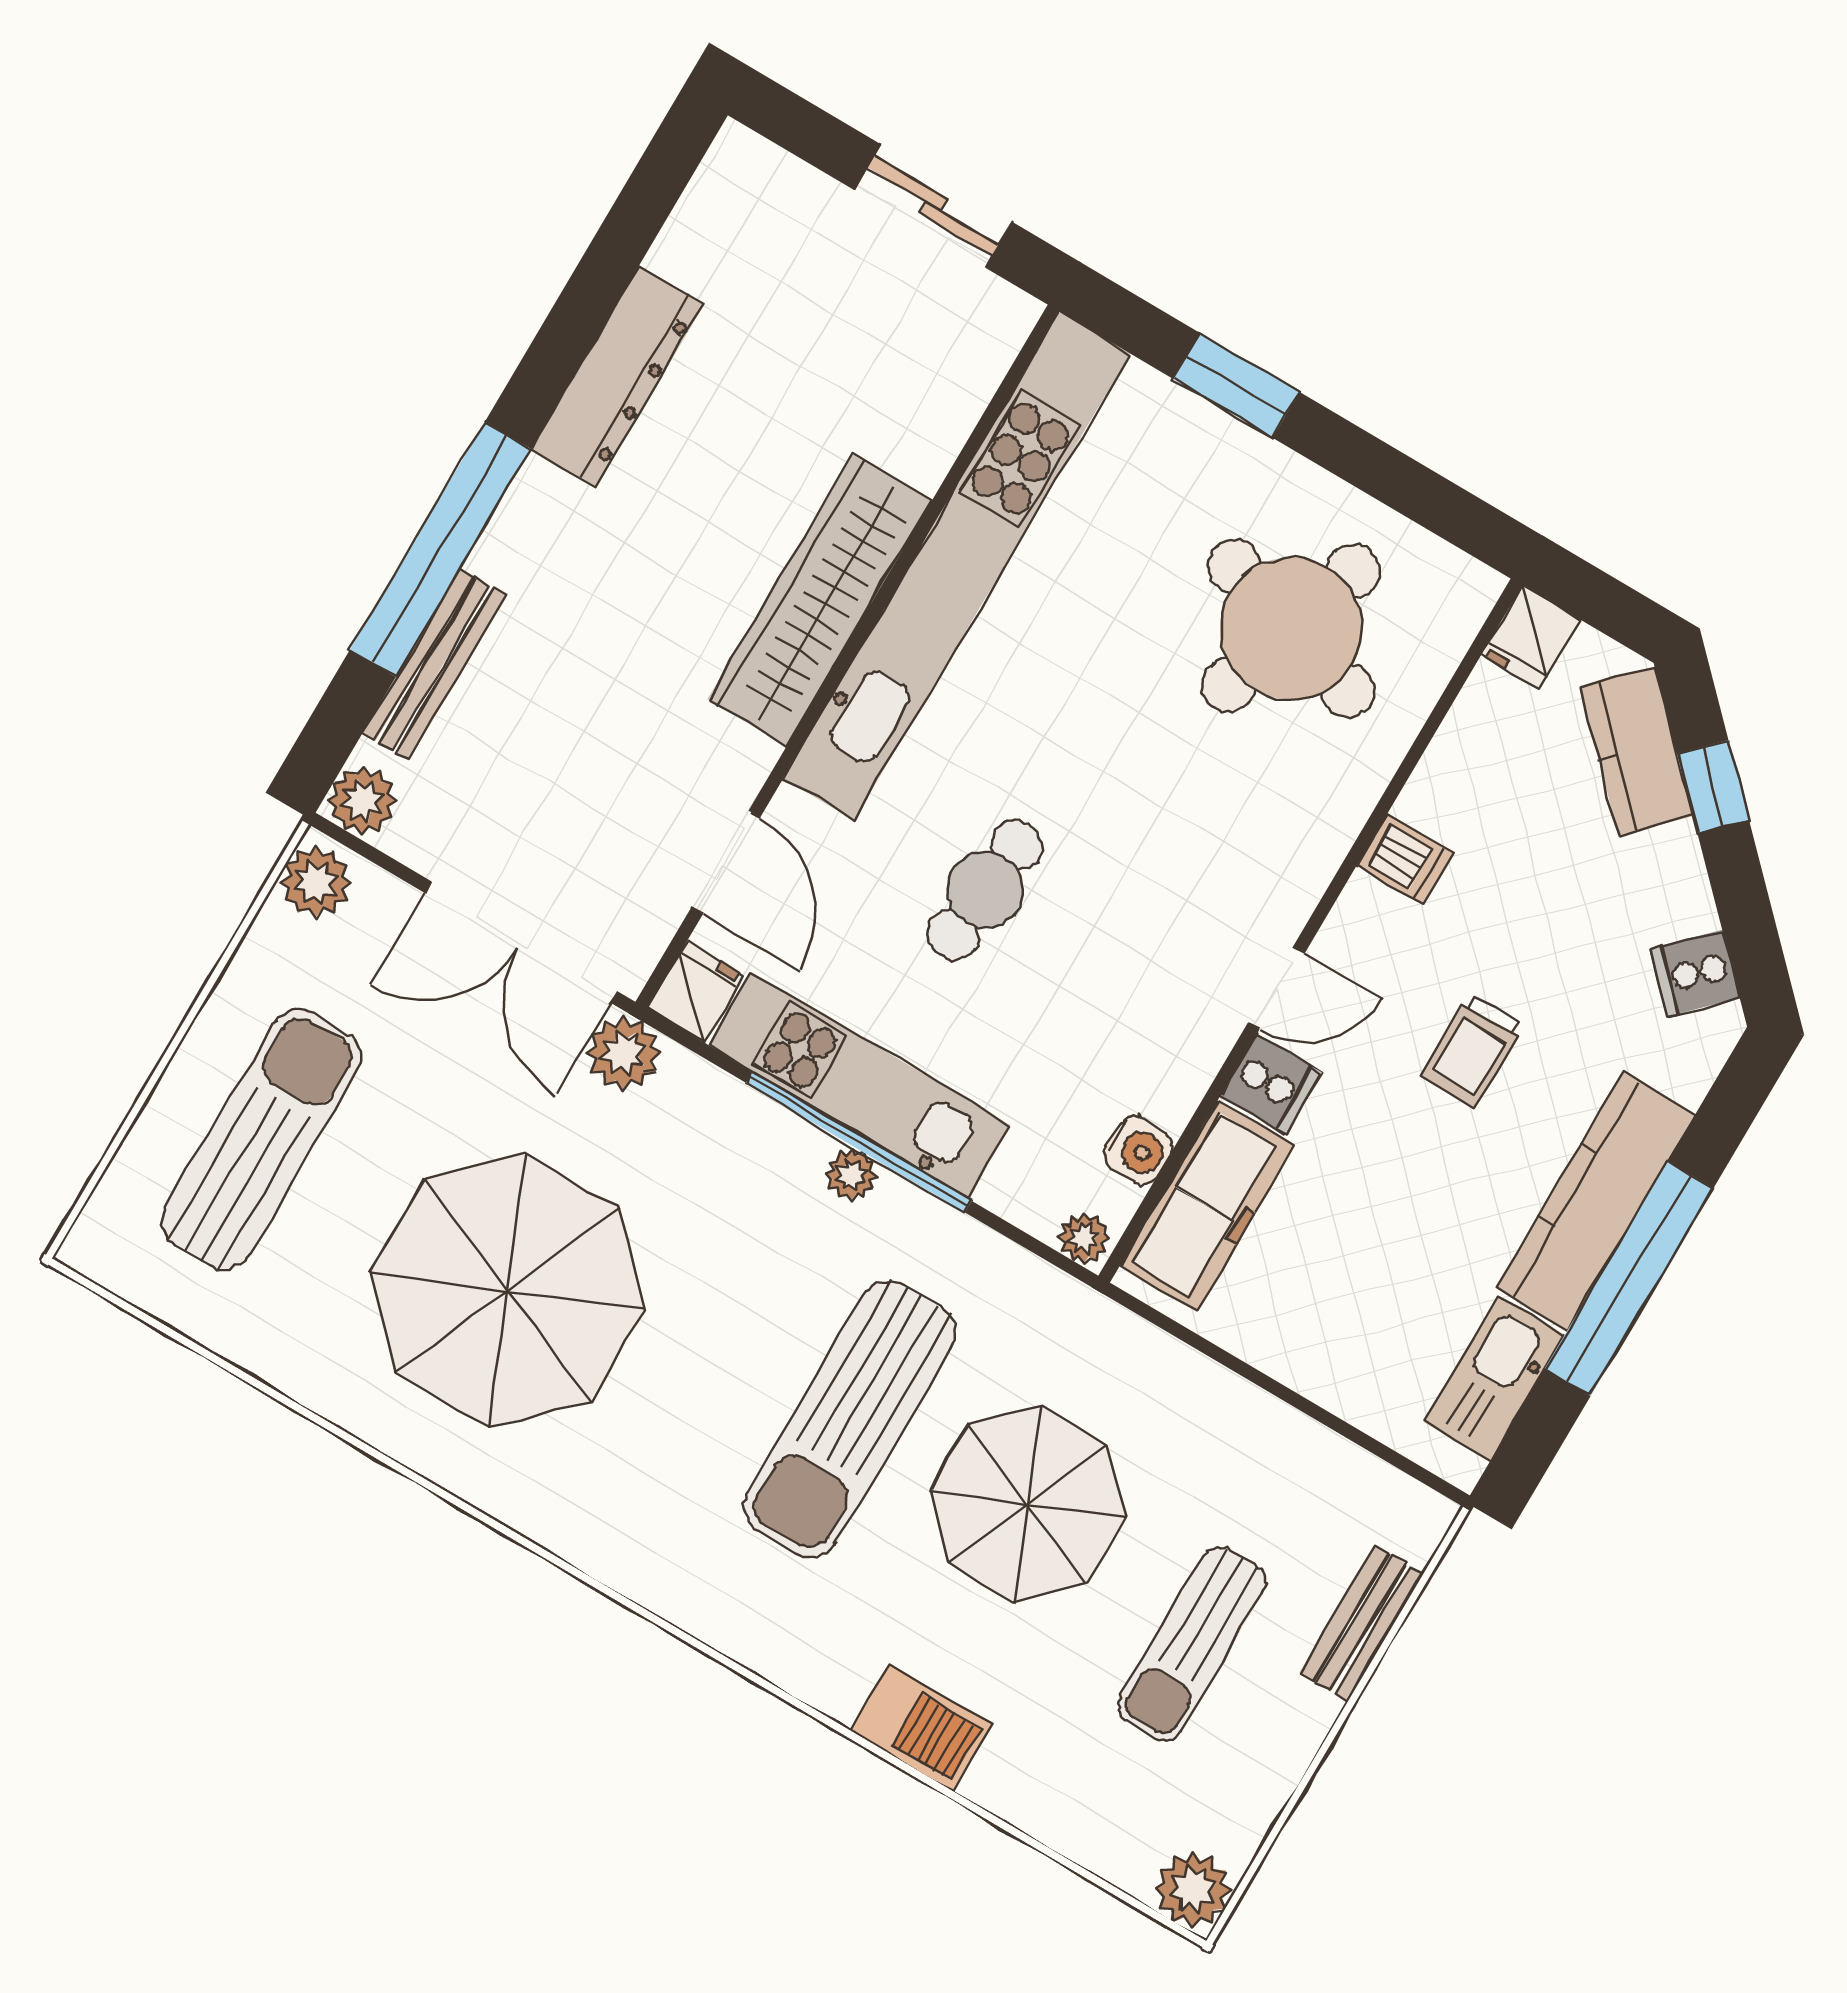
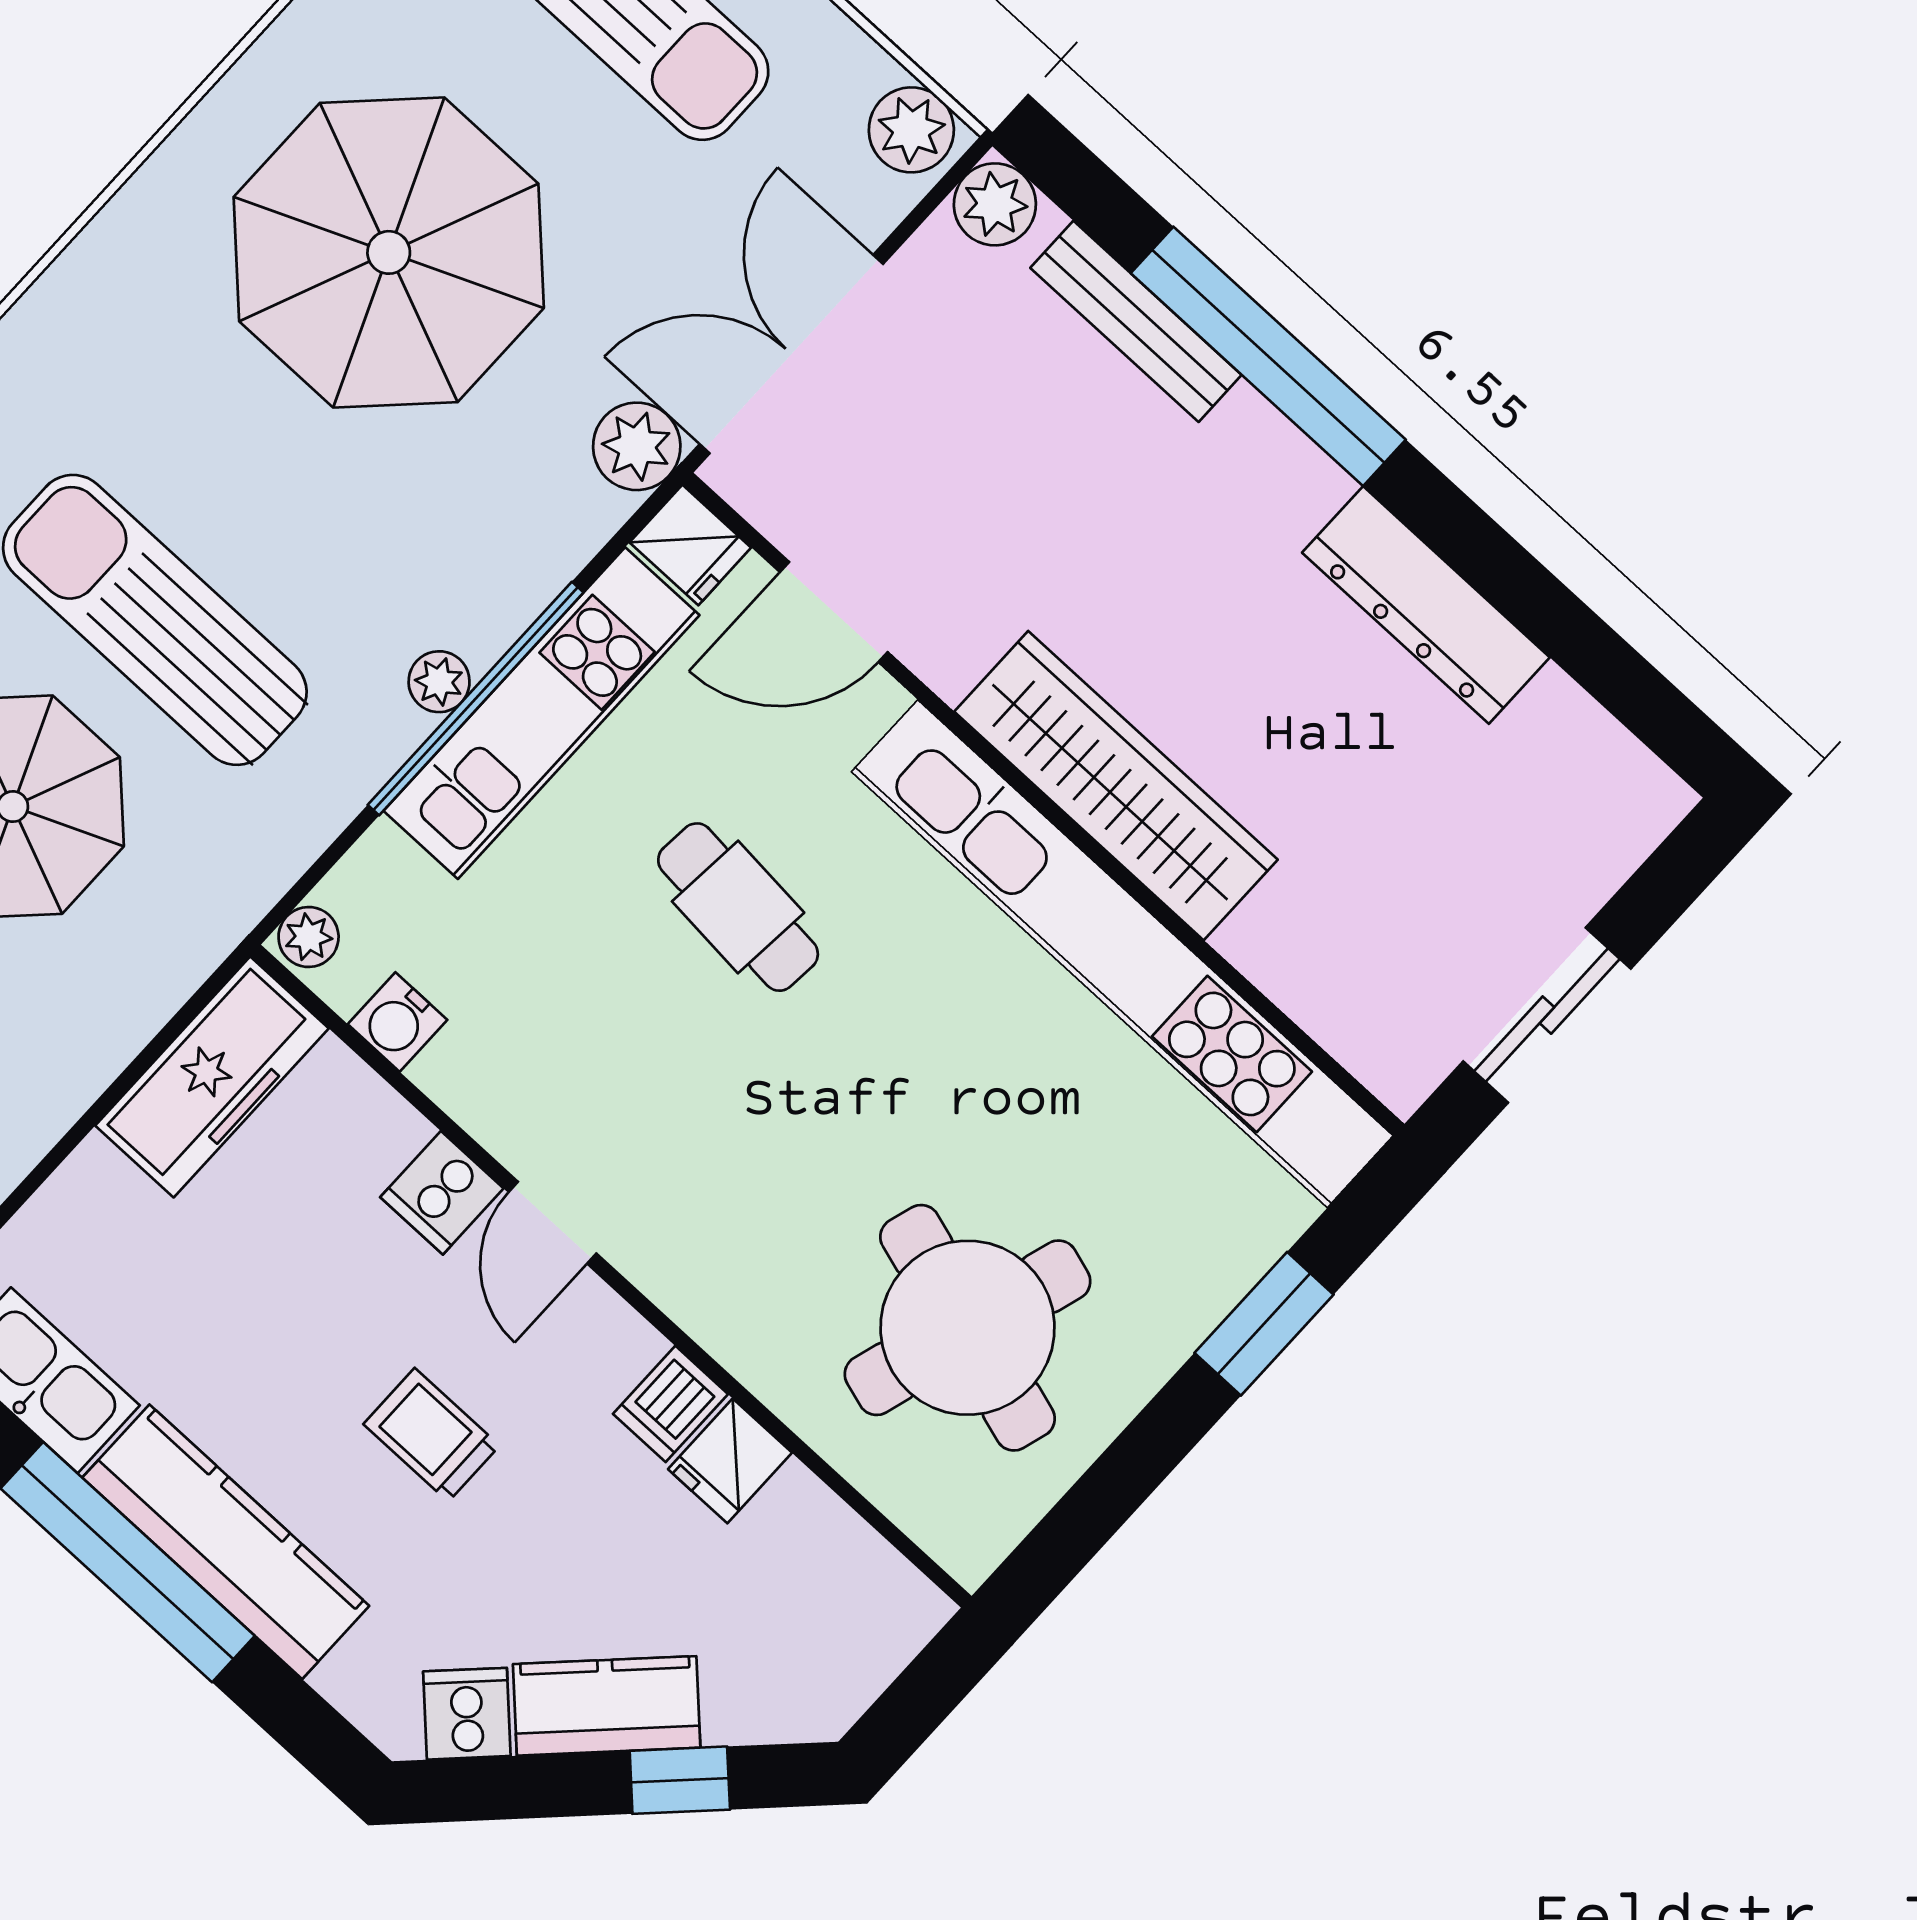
fridge: (1531, 637) -> (730, 1461), moved, turned -90
kitchen counter: (1637, 751) -> (607, 1706), moved
freezer: (1207, 1206) -> (212, 1077), moved, turned -90

